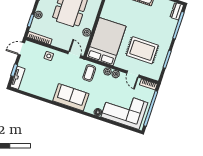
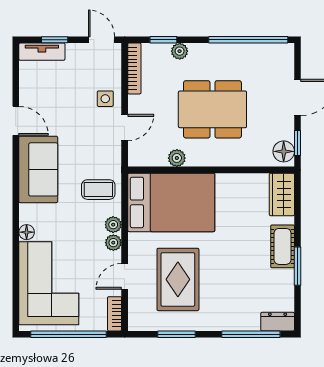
door: (74, 55) -> (125, 128), moved
door: (45, 100) -> (16, 121), added

